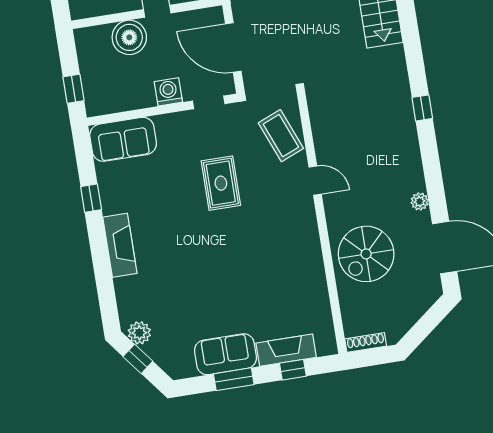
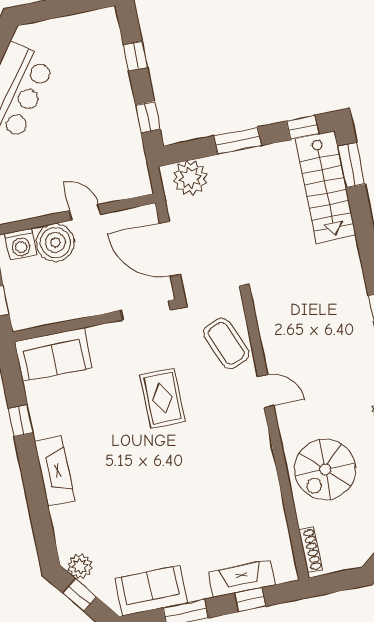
washing machine: (168, 92) -> (21, 244), moved, turned 180
doorway: (209, 102) -> (145, 310), width x1.38
shoe rack: (366, 342) -> (310, 550), moved, turned 90
sofa: (225, 354) -> (151, 591), moved

